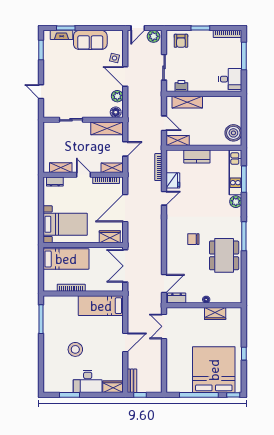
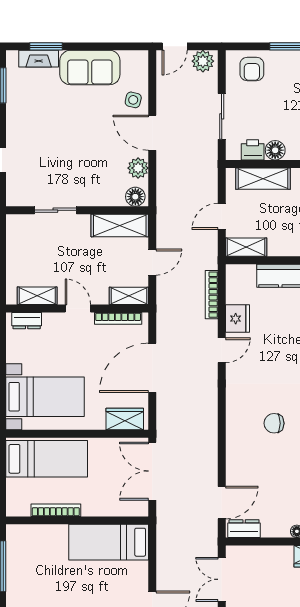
floor lamp: (194, 86) -> (275, 150), added
door: (164, 123) -> (222, 216), swing flipped

